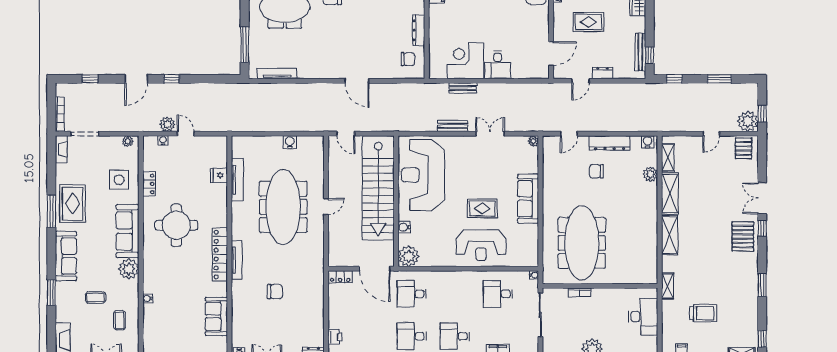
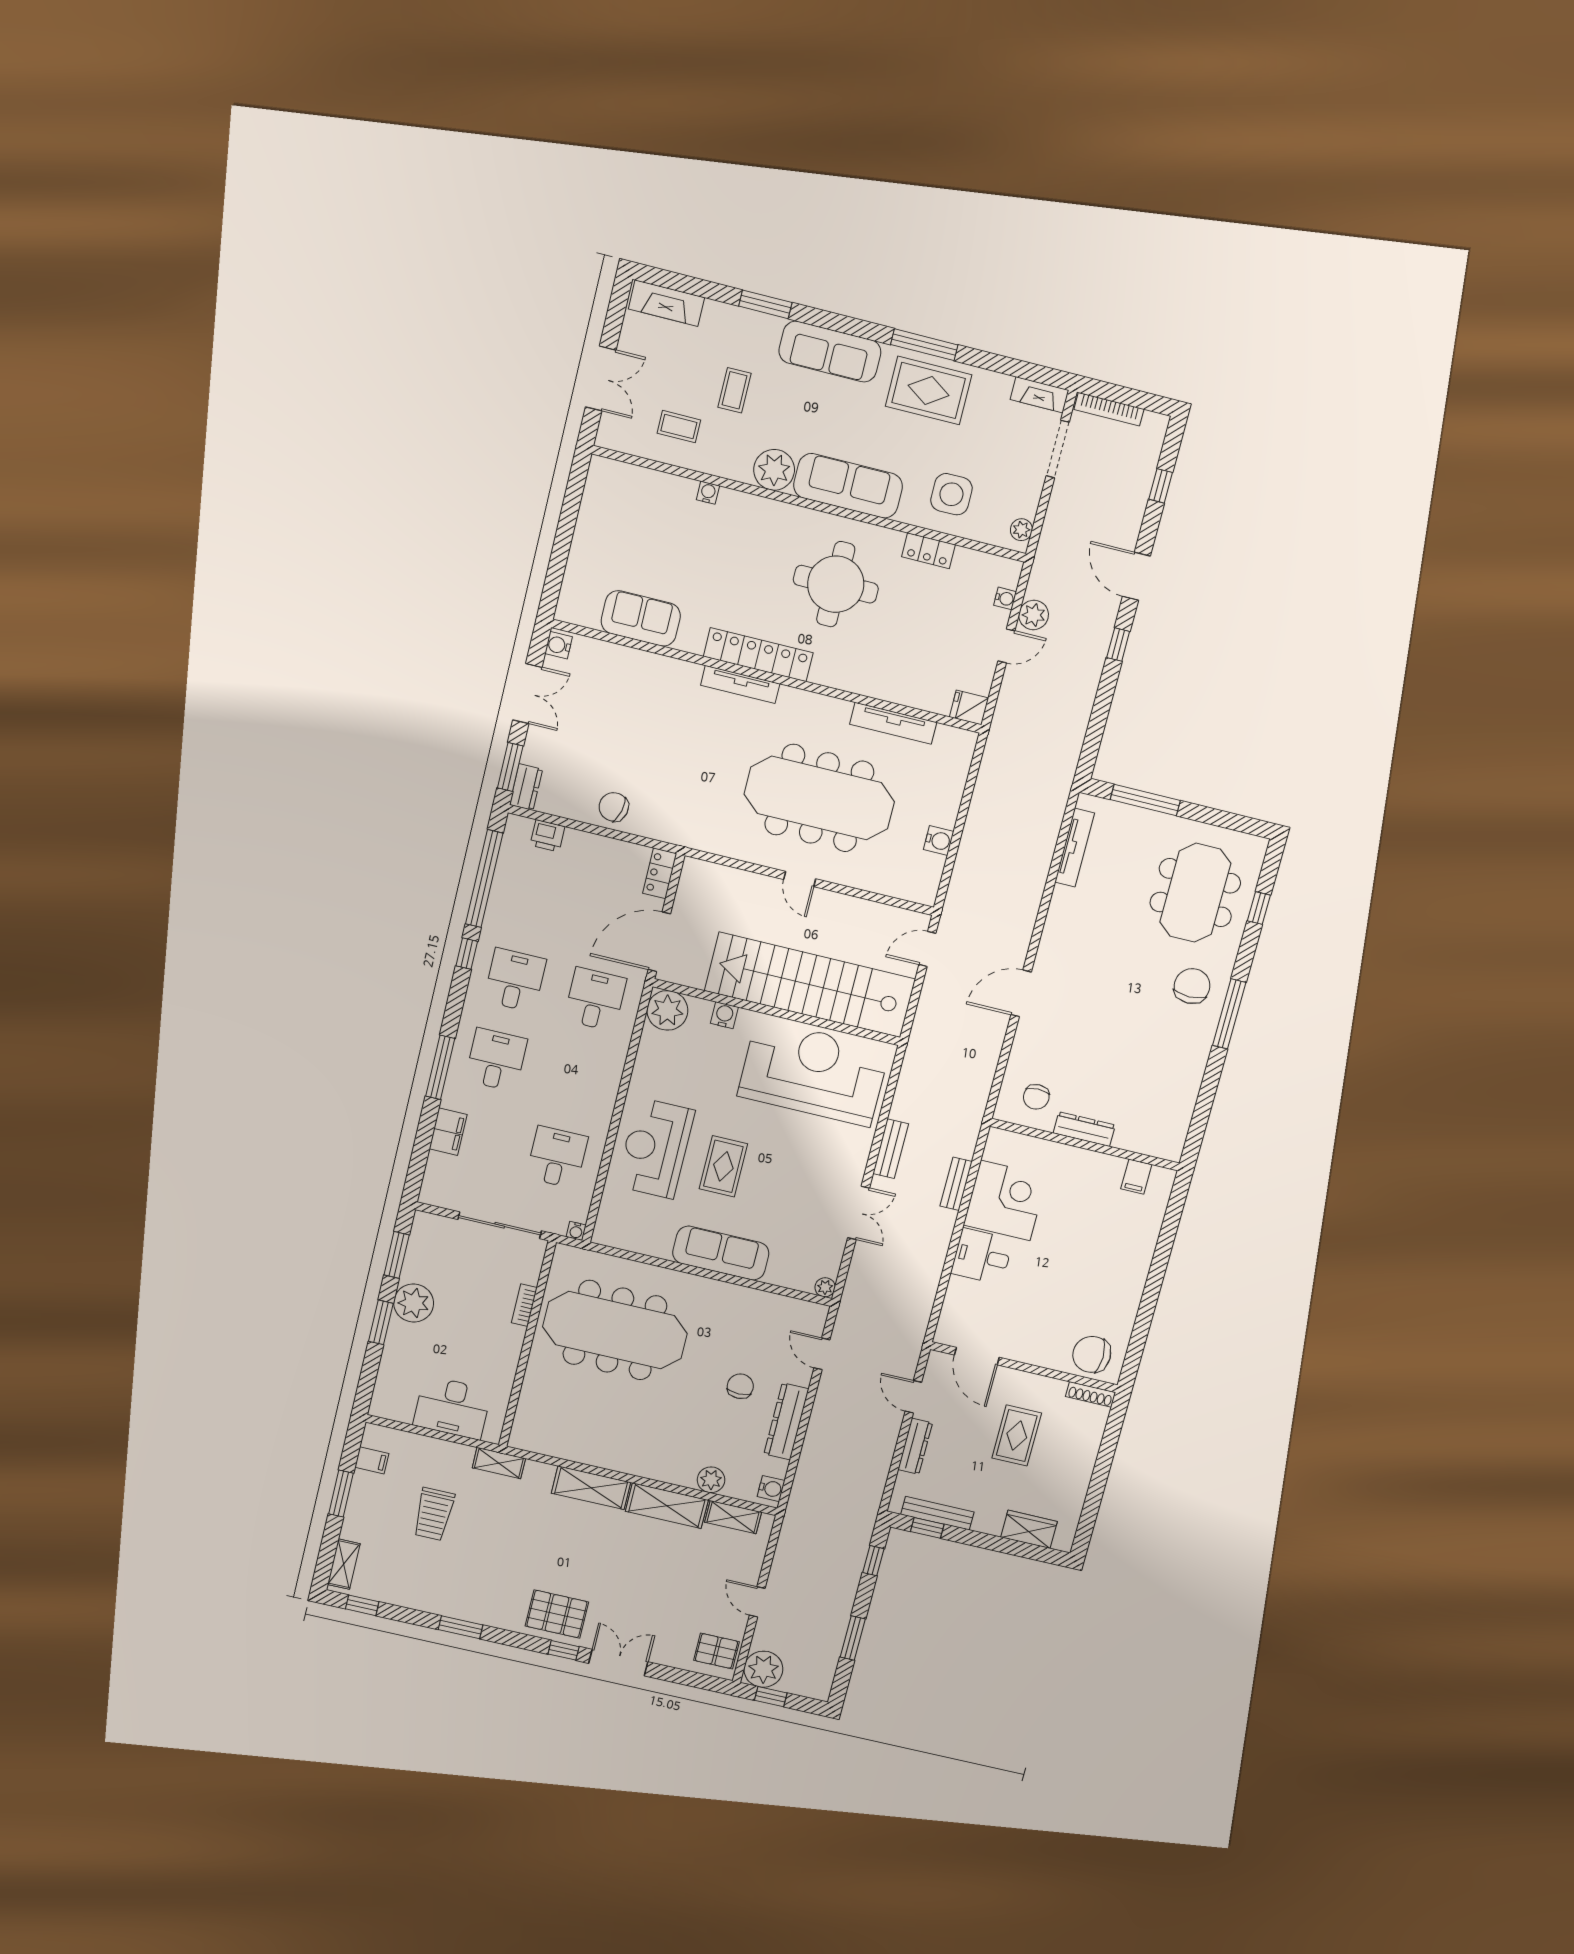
dresser: (602, 73) -> (915, 1446), width x1.44
fridge: (219, 175) -> (969, 707), moved, turned -90
chair: (275, 292) -> (614, 807), moved, turned 104

